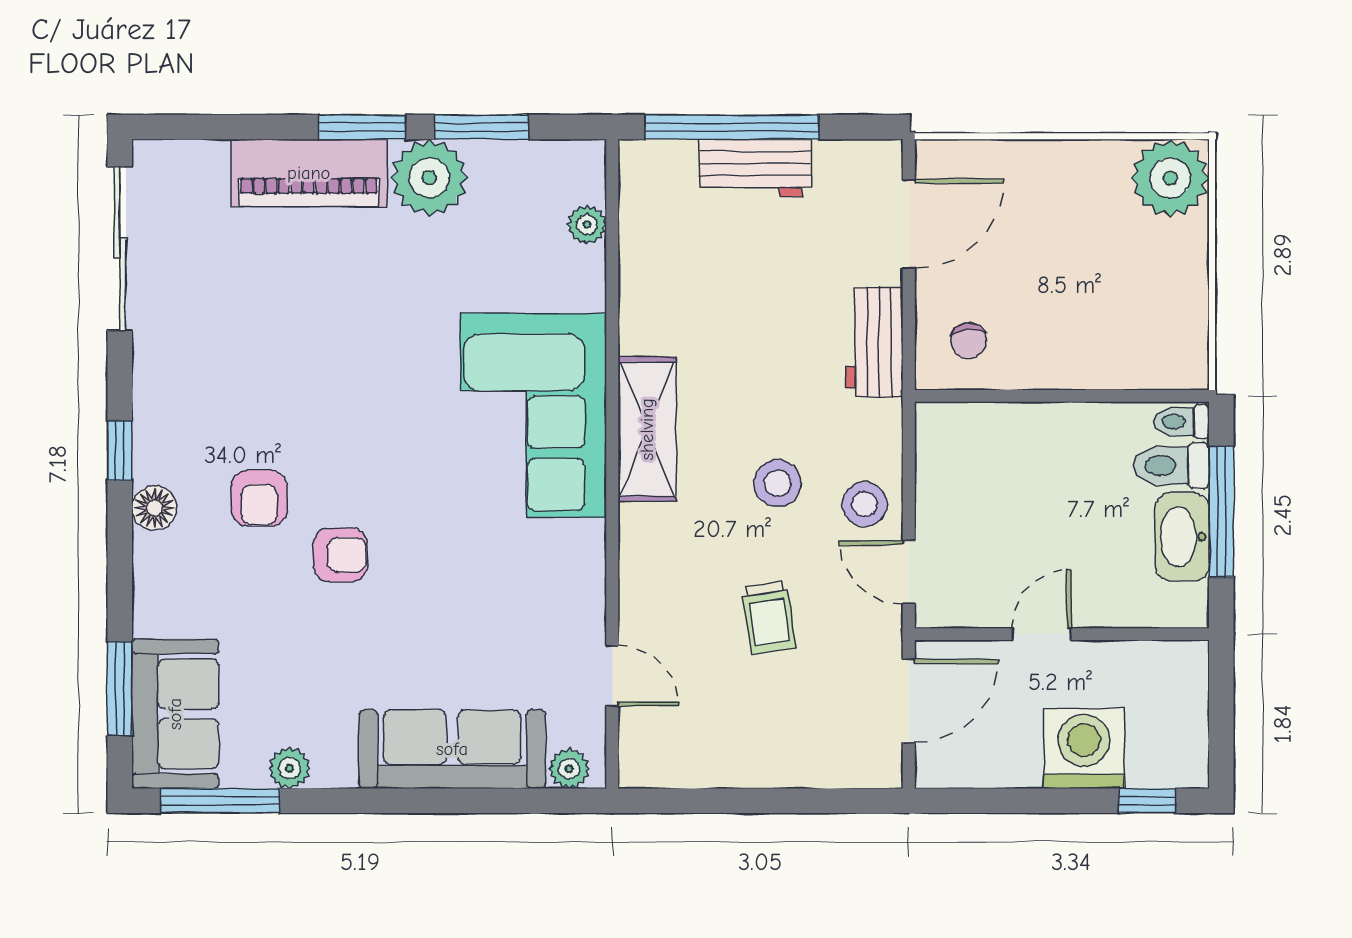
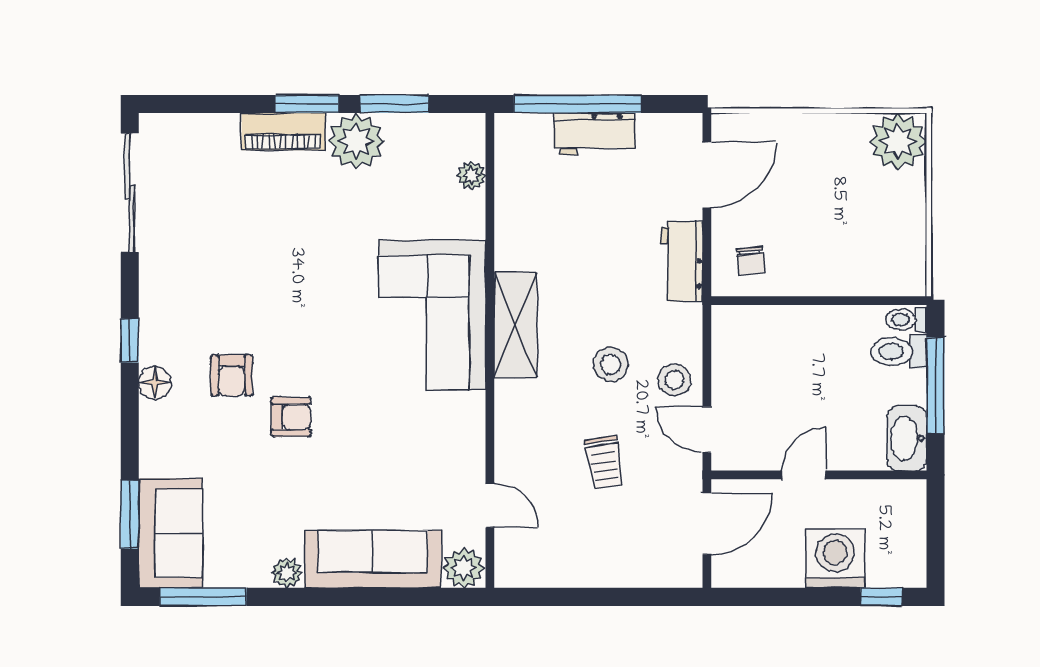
piano: (309, 173) -> (283, 132), width x0.73, depth x0.75
washbasin: (1182, 537) -> (907, 438), moved
plant: (290, 768) -> (287, 573), moved
plant: (569, 769) -> (464, 568), width x1.38, depth x1.38

